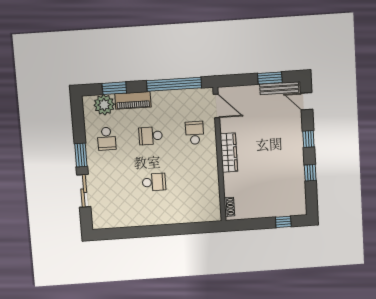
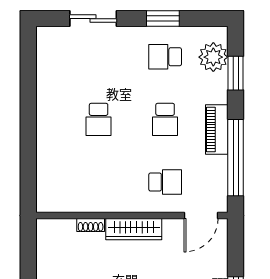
piano: (133, 100) -> (217, 129), moved
school desk: (151, 136) -> (165, 119), turned 180
window: (81, 155) -> (163, 19), moved
shoe rack: (229, 207) -> (91, 225), moved

